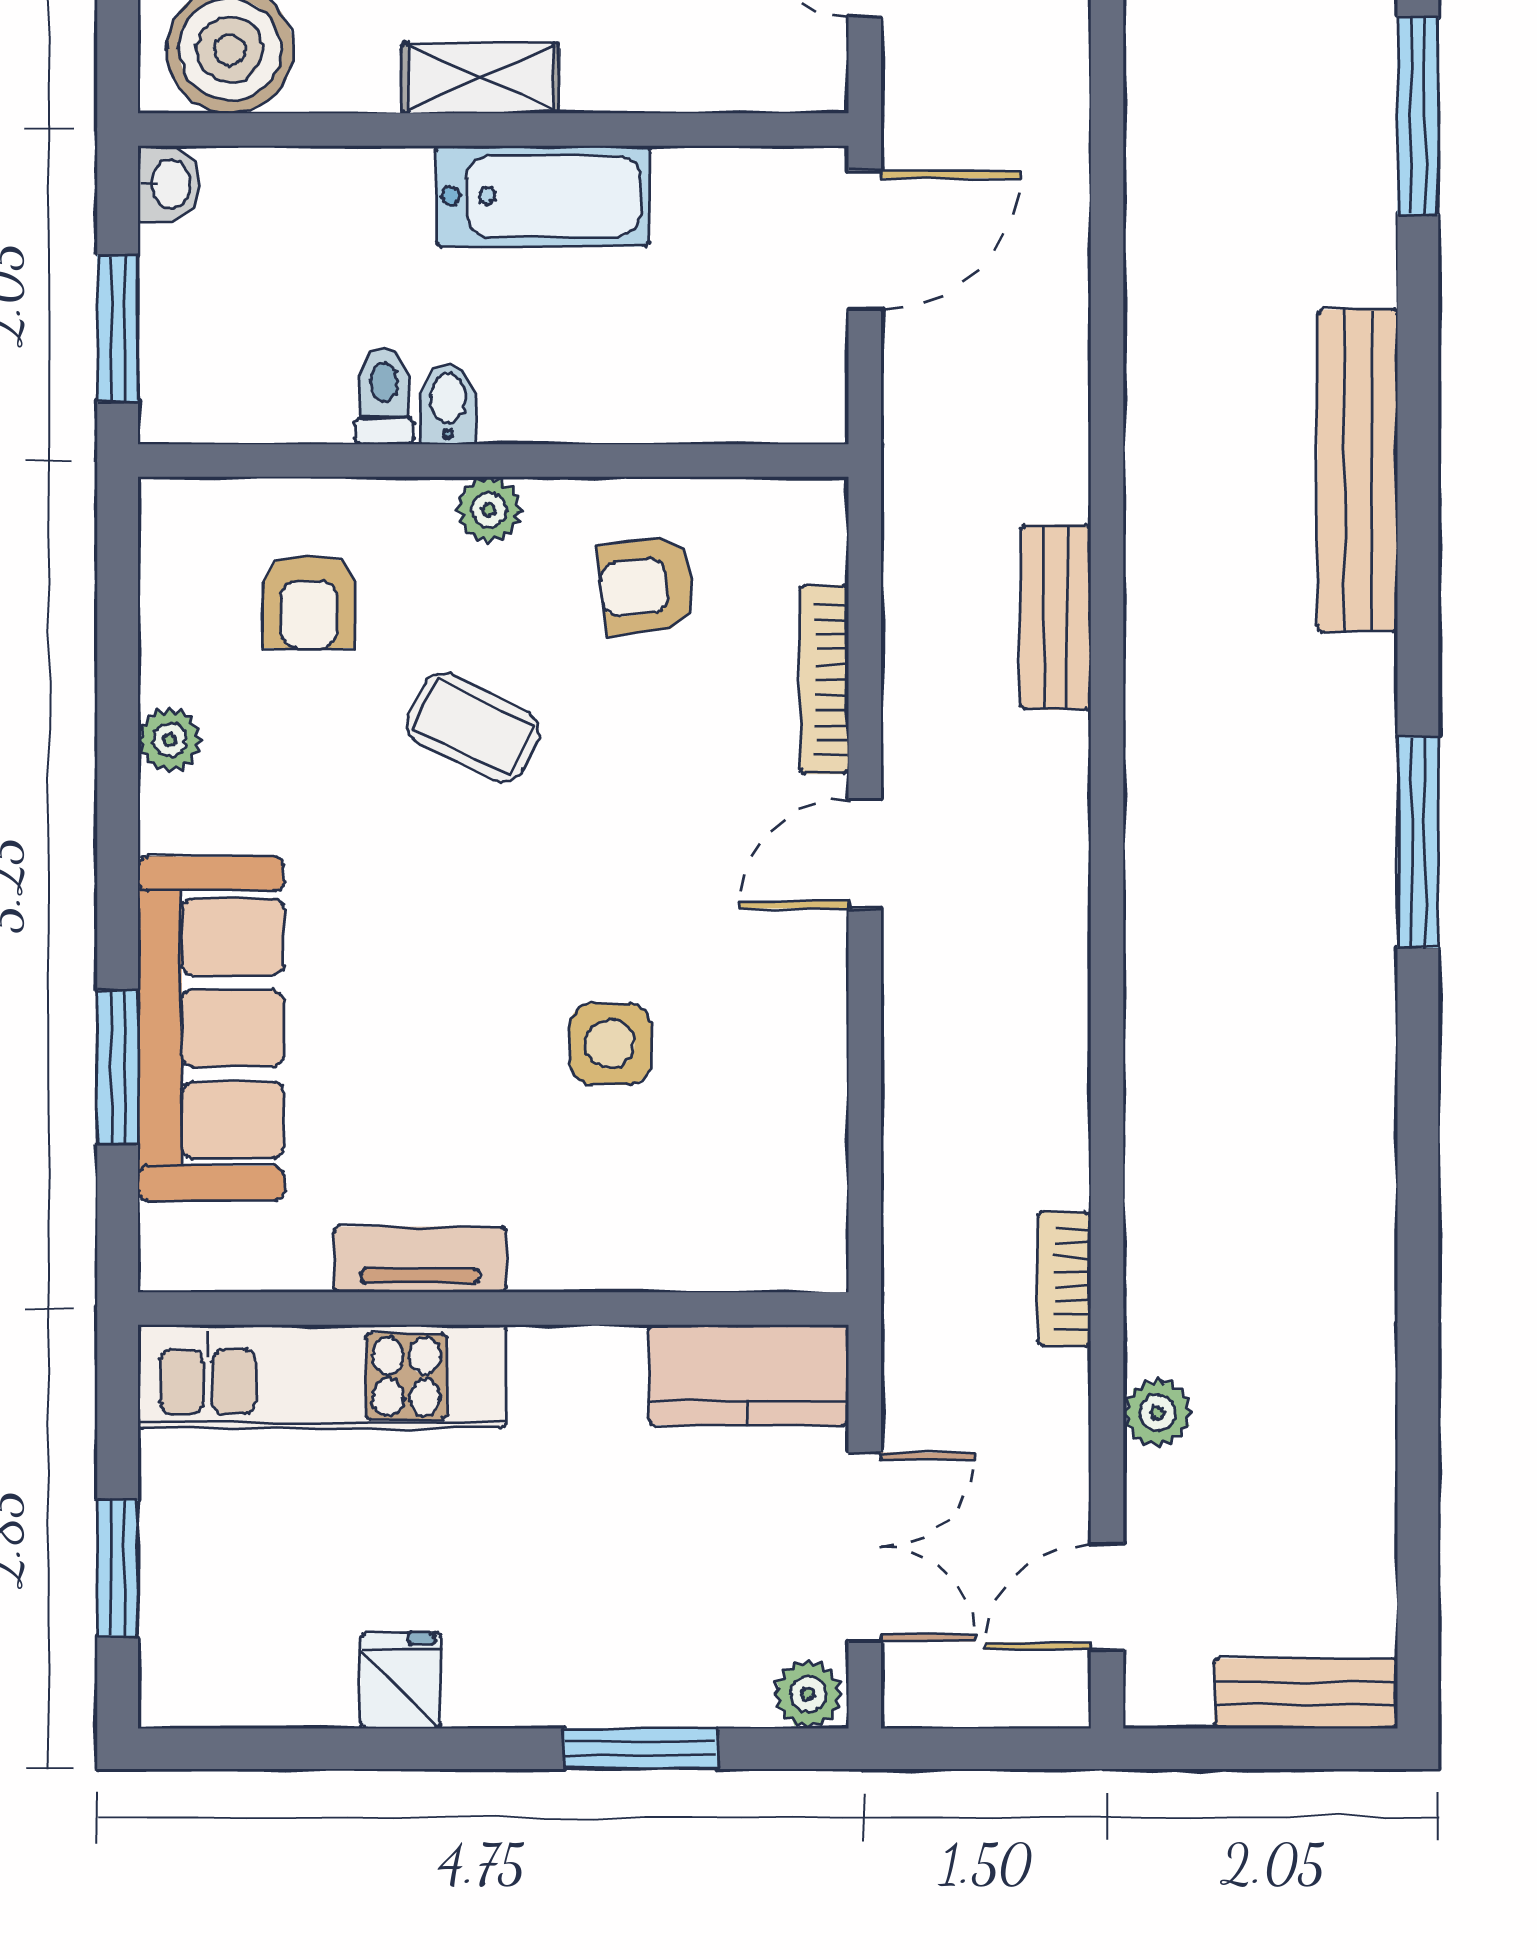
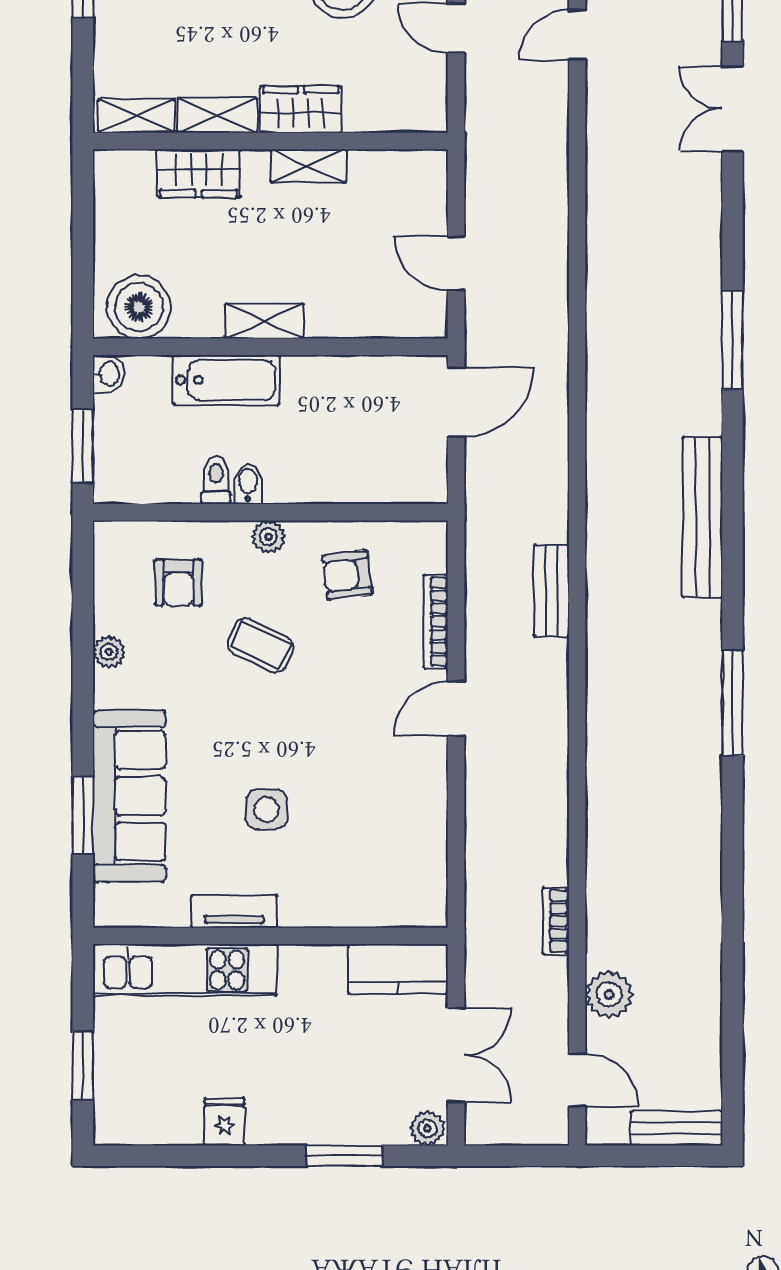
bathtub: (543, 196) -> (226, 380), moved
side table: (610, 1044) -> (267, 809), moved
plant: (1158, 1413) -> (609, 994), width x1.38, depth x1.38
door: (1107, 1597) -> (577, 1080), swing flipped

